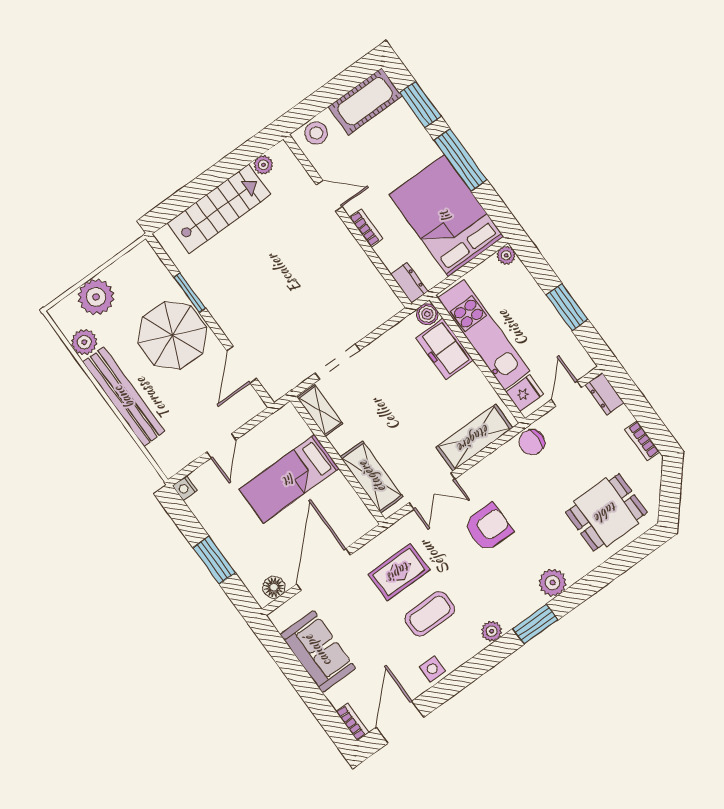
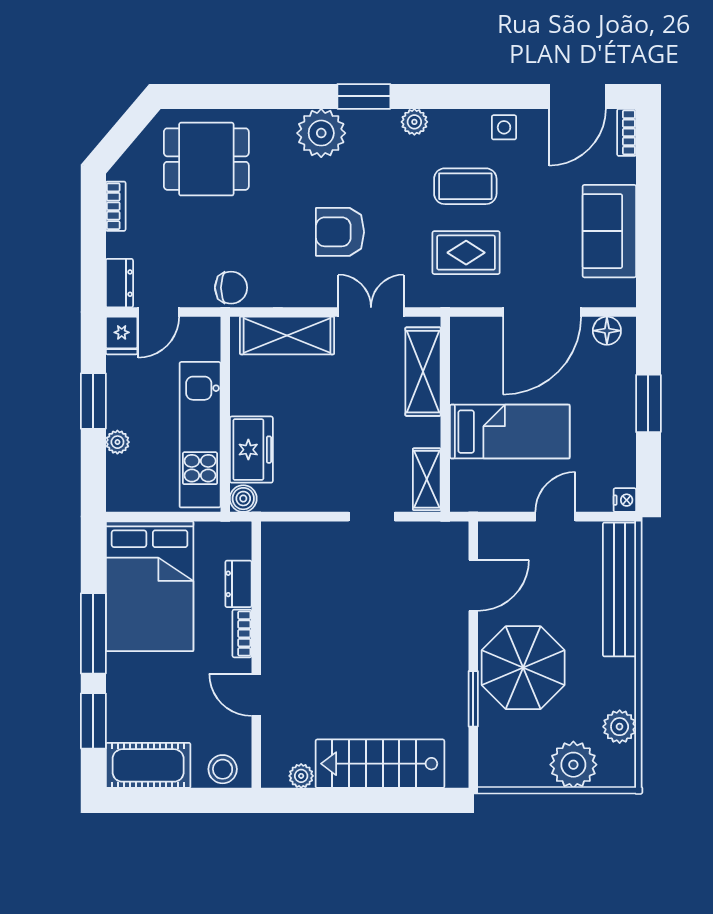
plant: (506, 255) -> (117, 442), moved
dresser: (409, 283) -> (238, 584), moved
doorway: (338, 362) -> (372, 517), width x0.73
fridge: (525, 393) -> (122, 335), moved, turned -90
bench: (124, 397) -> (619, 590), moved
plant: (553, 583) -> (321, 133), width x1.36, depth x1.36

